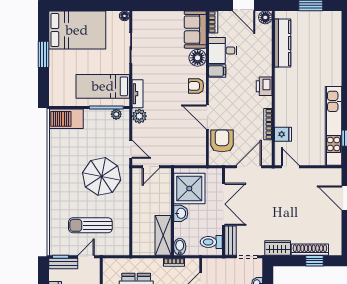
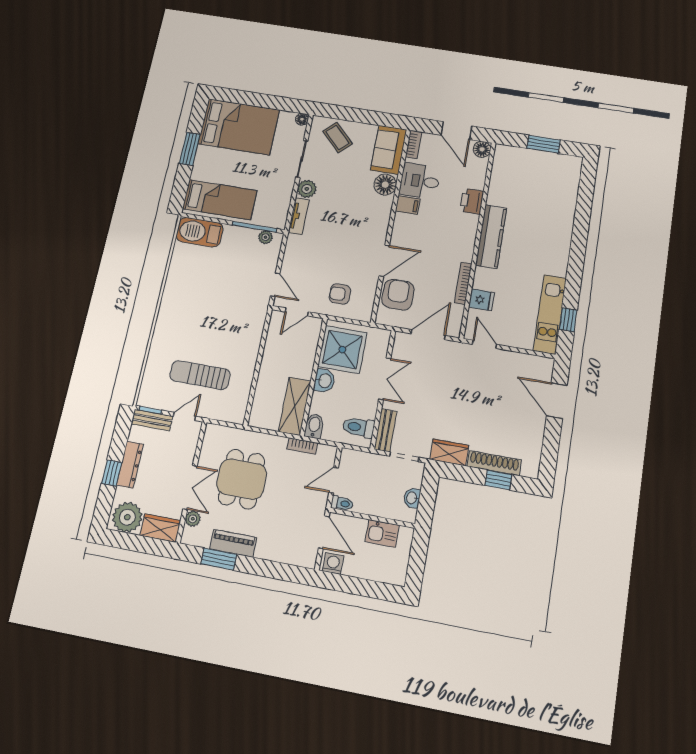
coffee table: (155, 26) -> (338, 138), added
kitchen counter: (283, 43) -> (491, 236), moved
bed: (103, 86) -> (220, 200), moved, turned 180
armchair: (196, 86) -> (340, 294), moved
printer: (264, 86) -> (472, 201), moved
plant: (139, 116) -> (307, 189), moved
door: (207, 117) -> (384, 261), swing flipped
kitchen unit: (334, 126) -> (550, 314), width x0.73
parasol: (102, 176) -> (229, 313), removed
double door: (223, 204) -> (385, 379), width x0.73

